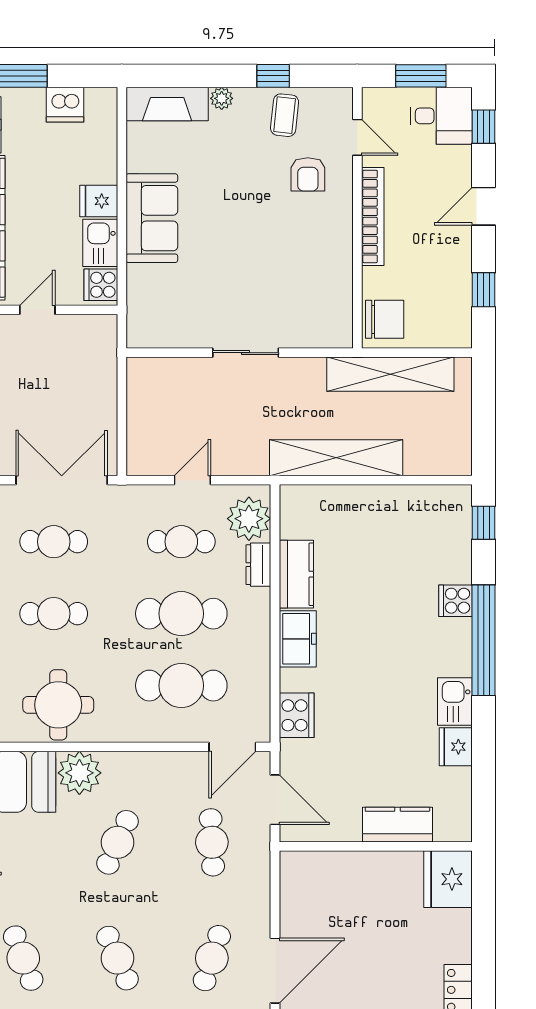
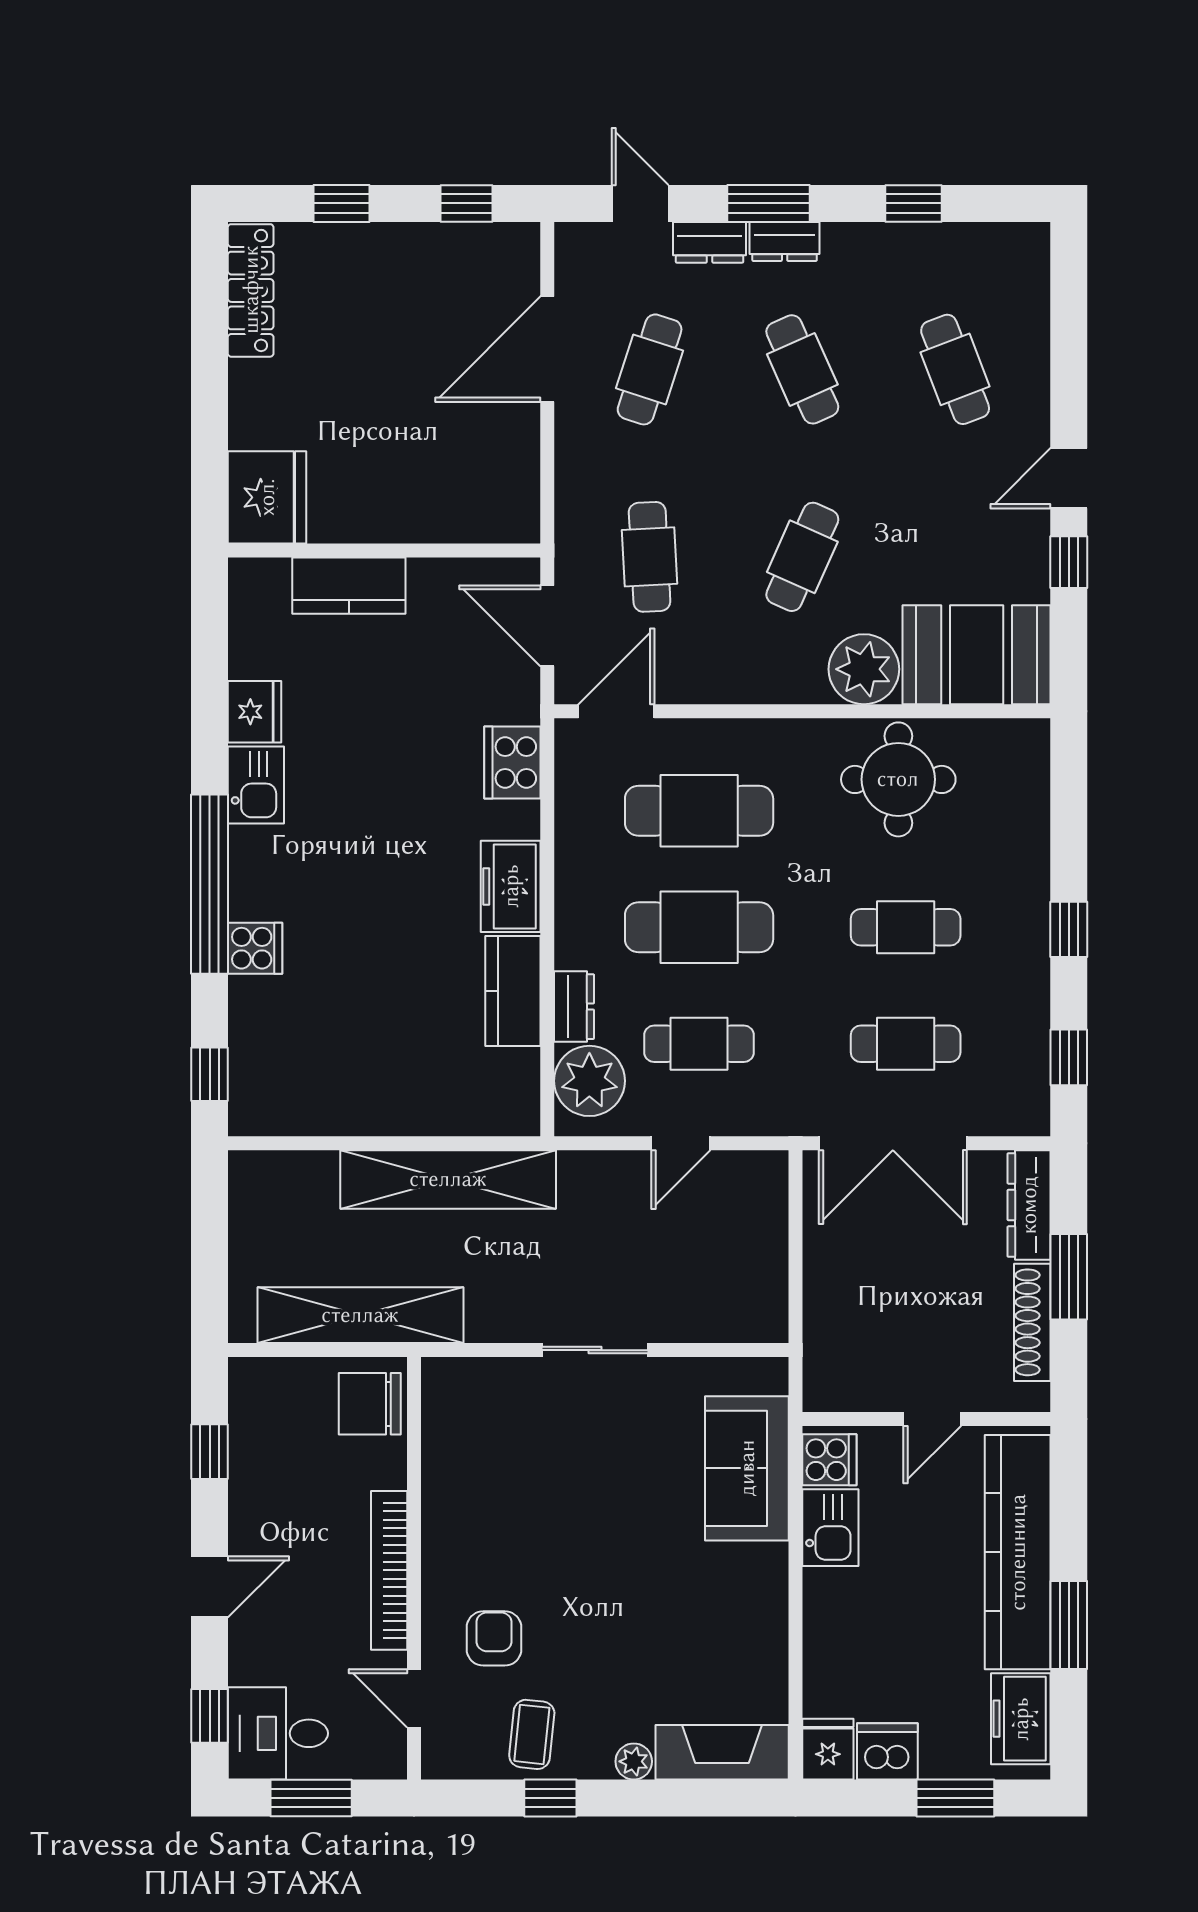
fridge: (99, 201) -> (828, 1749), moved, turned -90
sofa: (152, 218) -> (747, 1468), moved

